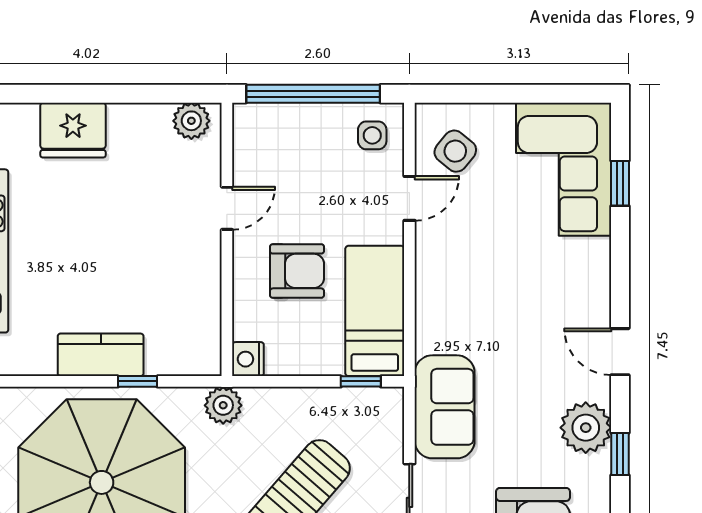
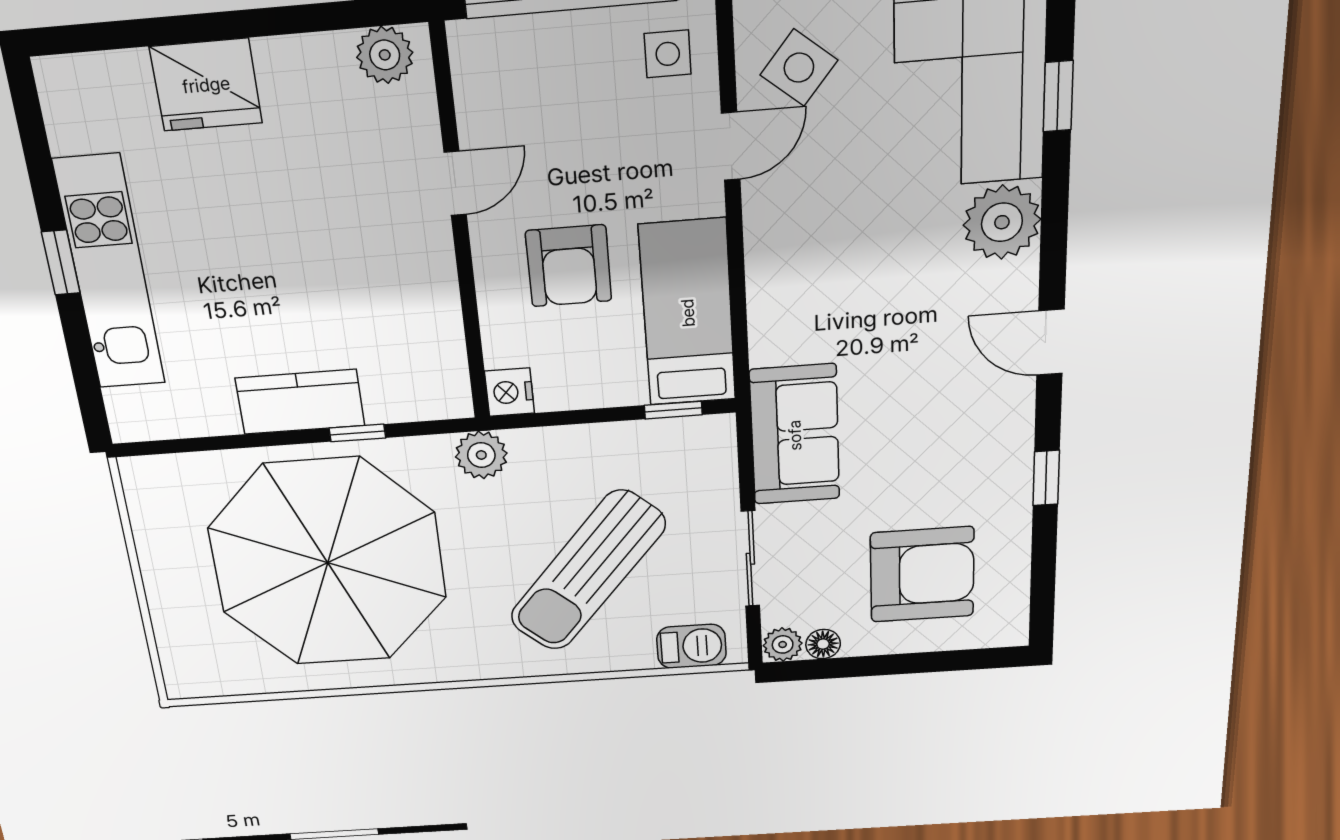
armchair: (297, 271) -> (569, 266), turned 90
plant: (586, 428) -> (1002, 222), moved

